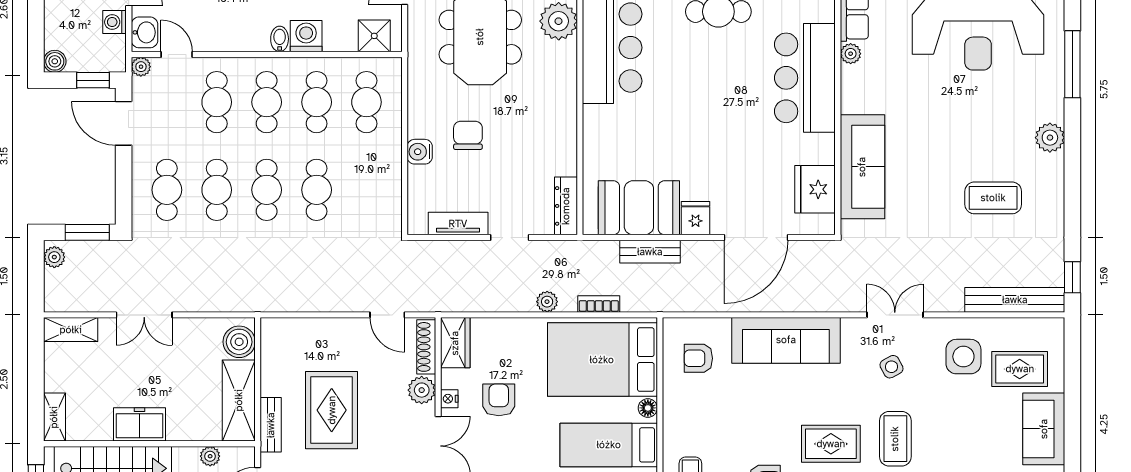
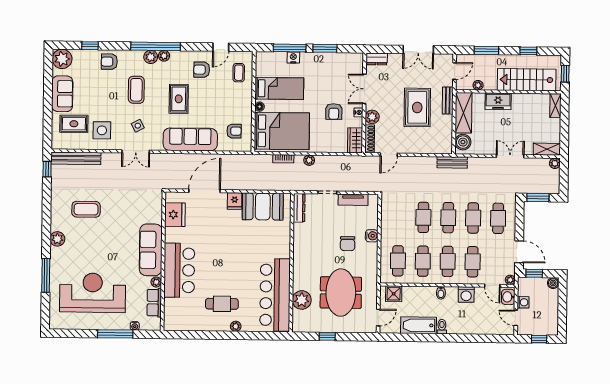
washing machine: (306, 36) -> (466, 295), moved
sofa: (862, 167) -> (151, 250), moved
bench: (650, 252) -> (452, 162), moved
plant: (54, 257) -> (555, 163), moved
door: (387, 315) -> (389, 155), swing flipped
freezer: (139, 424) -> (498, 101), moved
rug: (831, 444) -> (179, 99), moved, turned 90

